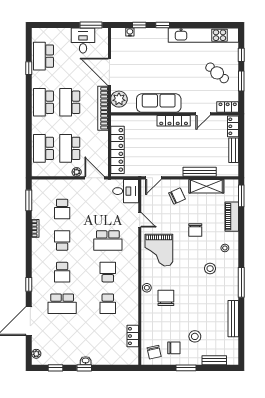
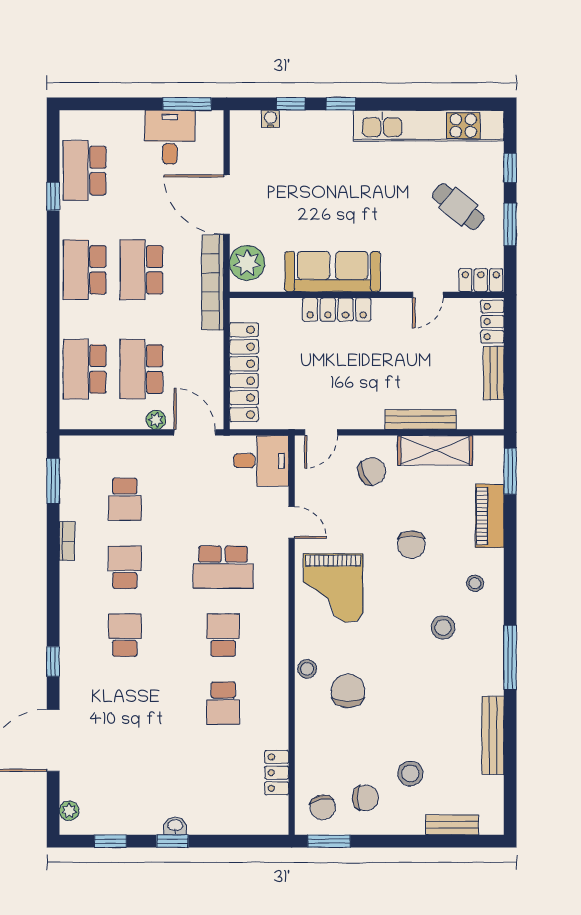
locker: (174, 121) -> (337, 310), moved
school desk: (62, 272) -> (125, 635), turned 180
school desk: (62, 304) -> (125, 703), removed
window: (186, 368) -> (329, 841), moved

